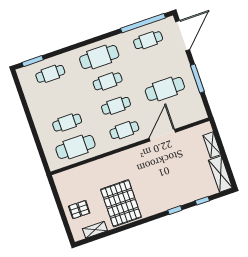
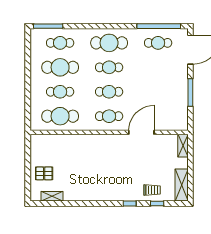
window: (33, 61) -> (48, 26), width x1.44
cafe table: (165, 89) -> (60, 67), moved
shelving: (212, 145) -> (183, 146), moved
trolley: (193, 189) -> (152, 190), added
pallet: (121, 203) -> (83, 181), removed

